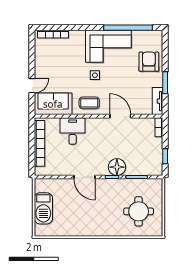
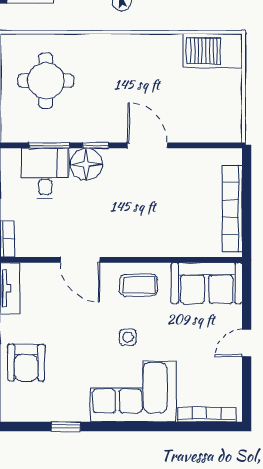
window: (128, 28) -> (66, 427), width x0.32
corner sofa: (108, 46) -> (133, 392), moved
door: (32, 86) -> (247, 343), moved
desk: (73, 131) -> (45, 173), moved, turned 180
barbecue: (43, 208) -> (213, 51), moved, turned -90

